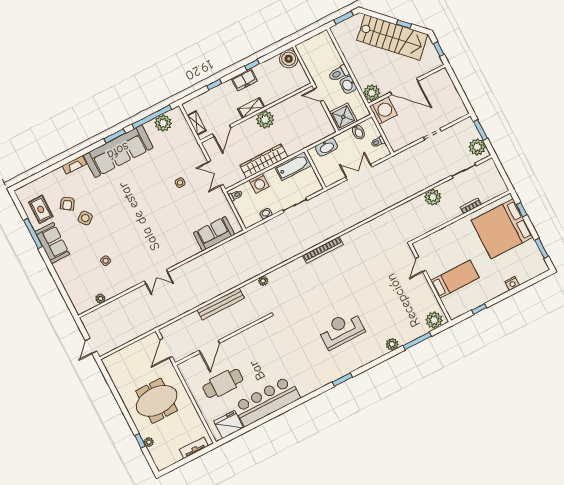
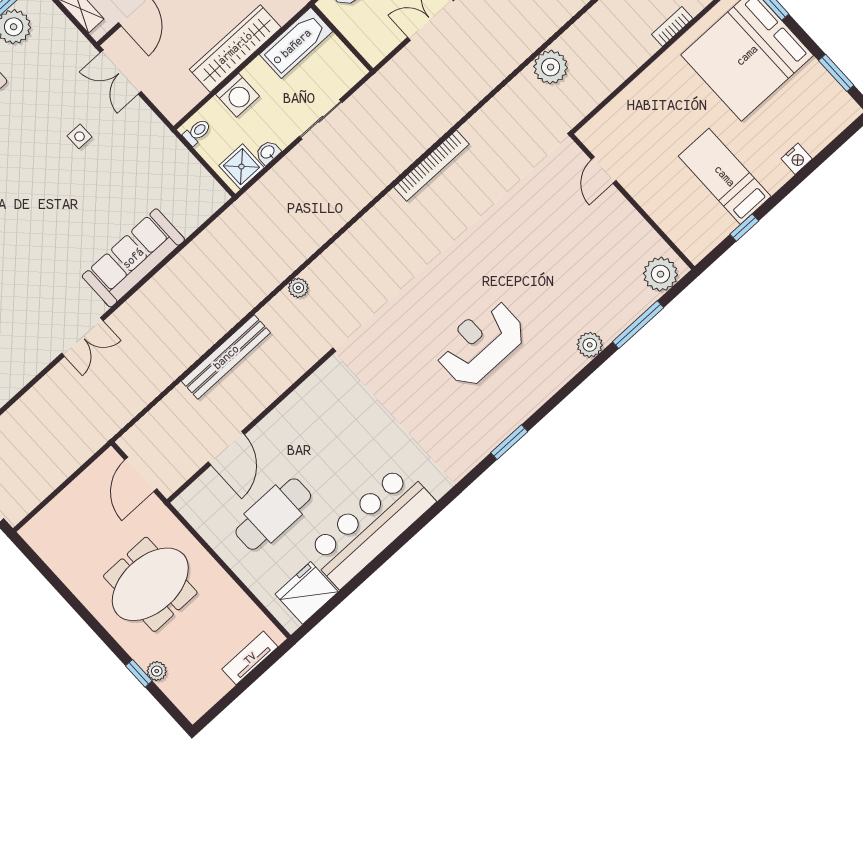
double door: (215, 173) -> (121, 72), moved
plant: (433, 197) -> (551, 67), moved
shower: (252, 217) -> (241, 167), added
sofa: (214, 234) -> (133, 258), moved, width x1.36
bookcase: (323, 250) -> (432, 166), moved
bed: (455, 279) -> (725, 176), moved, turned -90

